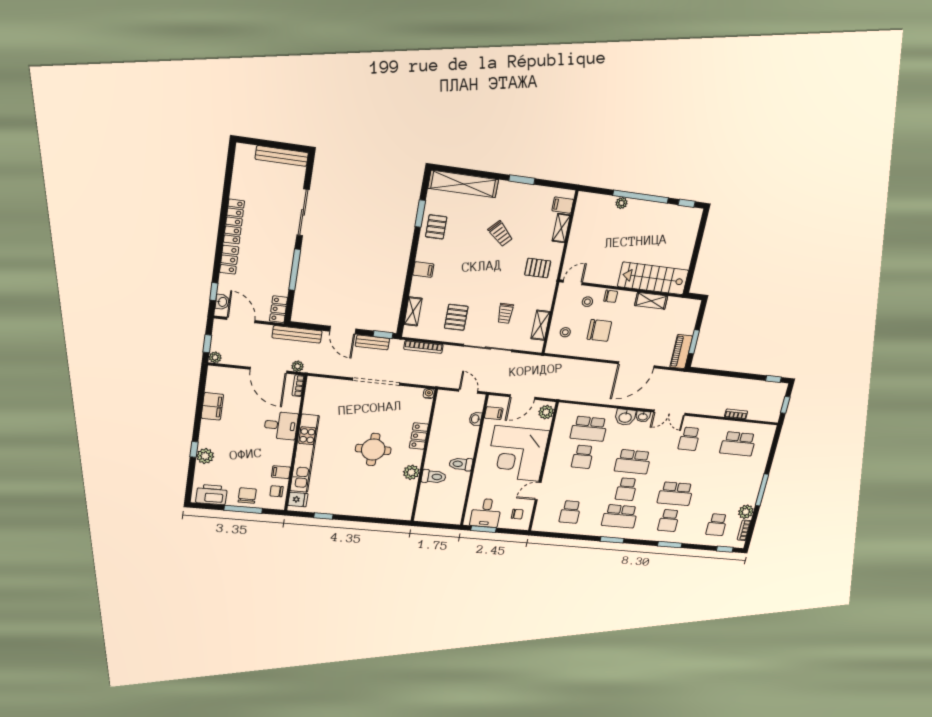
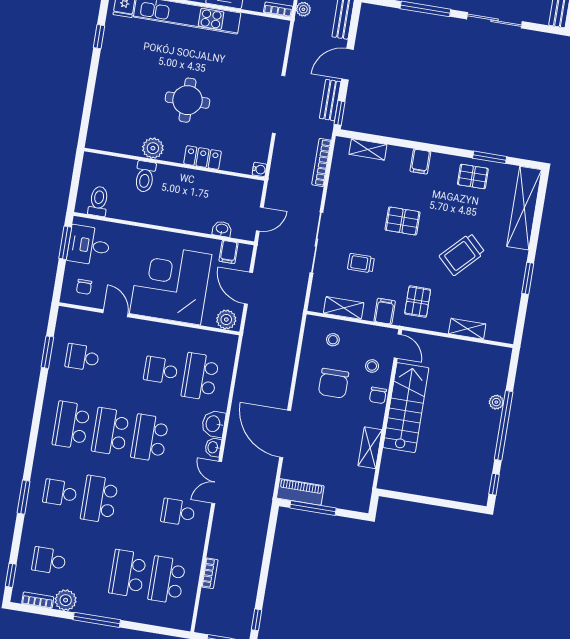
filing cabinet: (563, 205) -> (385, 311), moved
trolley: (500, 234) -> (462, 254), width x1.36, depth x1.39
stairs: (653, 278) -> (406, 408), moved
pallet: (456, 317) -> (403, 221), moved
window: (694, 342) -> (313, 508), width x1.44
toilet: (461, 464) -> (98, 201), moved
school desk: (731, 471) -> (128, 573), added
school desk: (626, 489) -> (110, 432), width x1.85
window: (612, 540) -> (47, 352), moved

